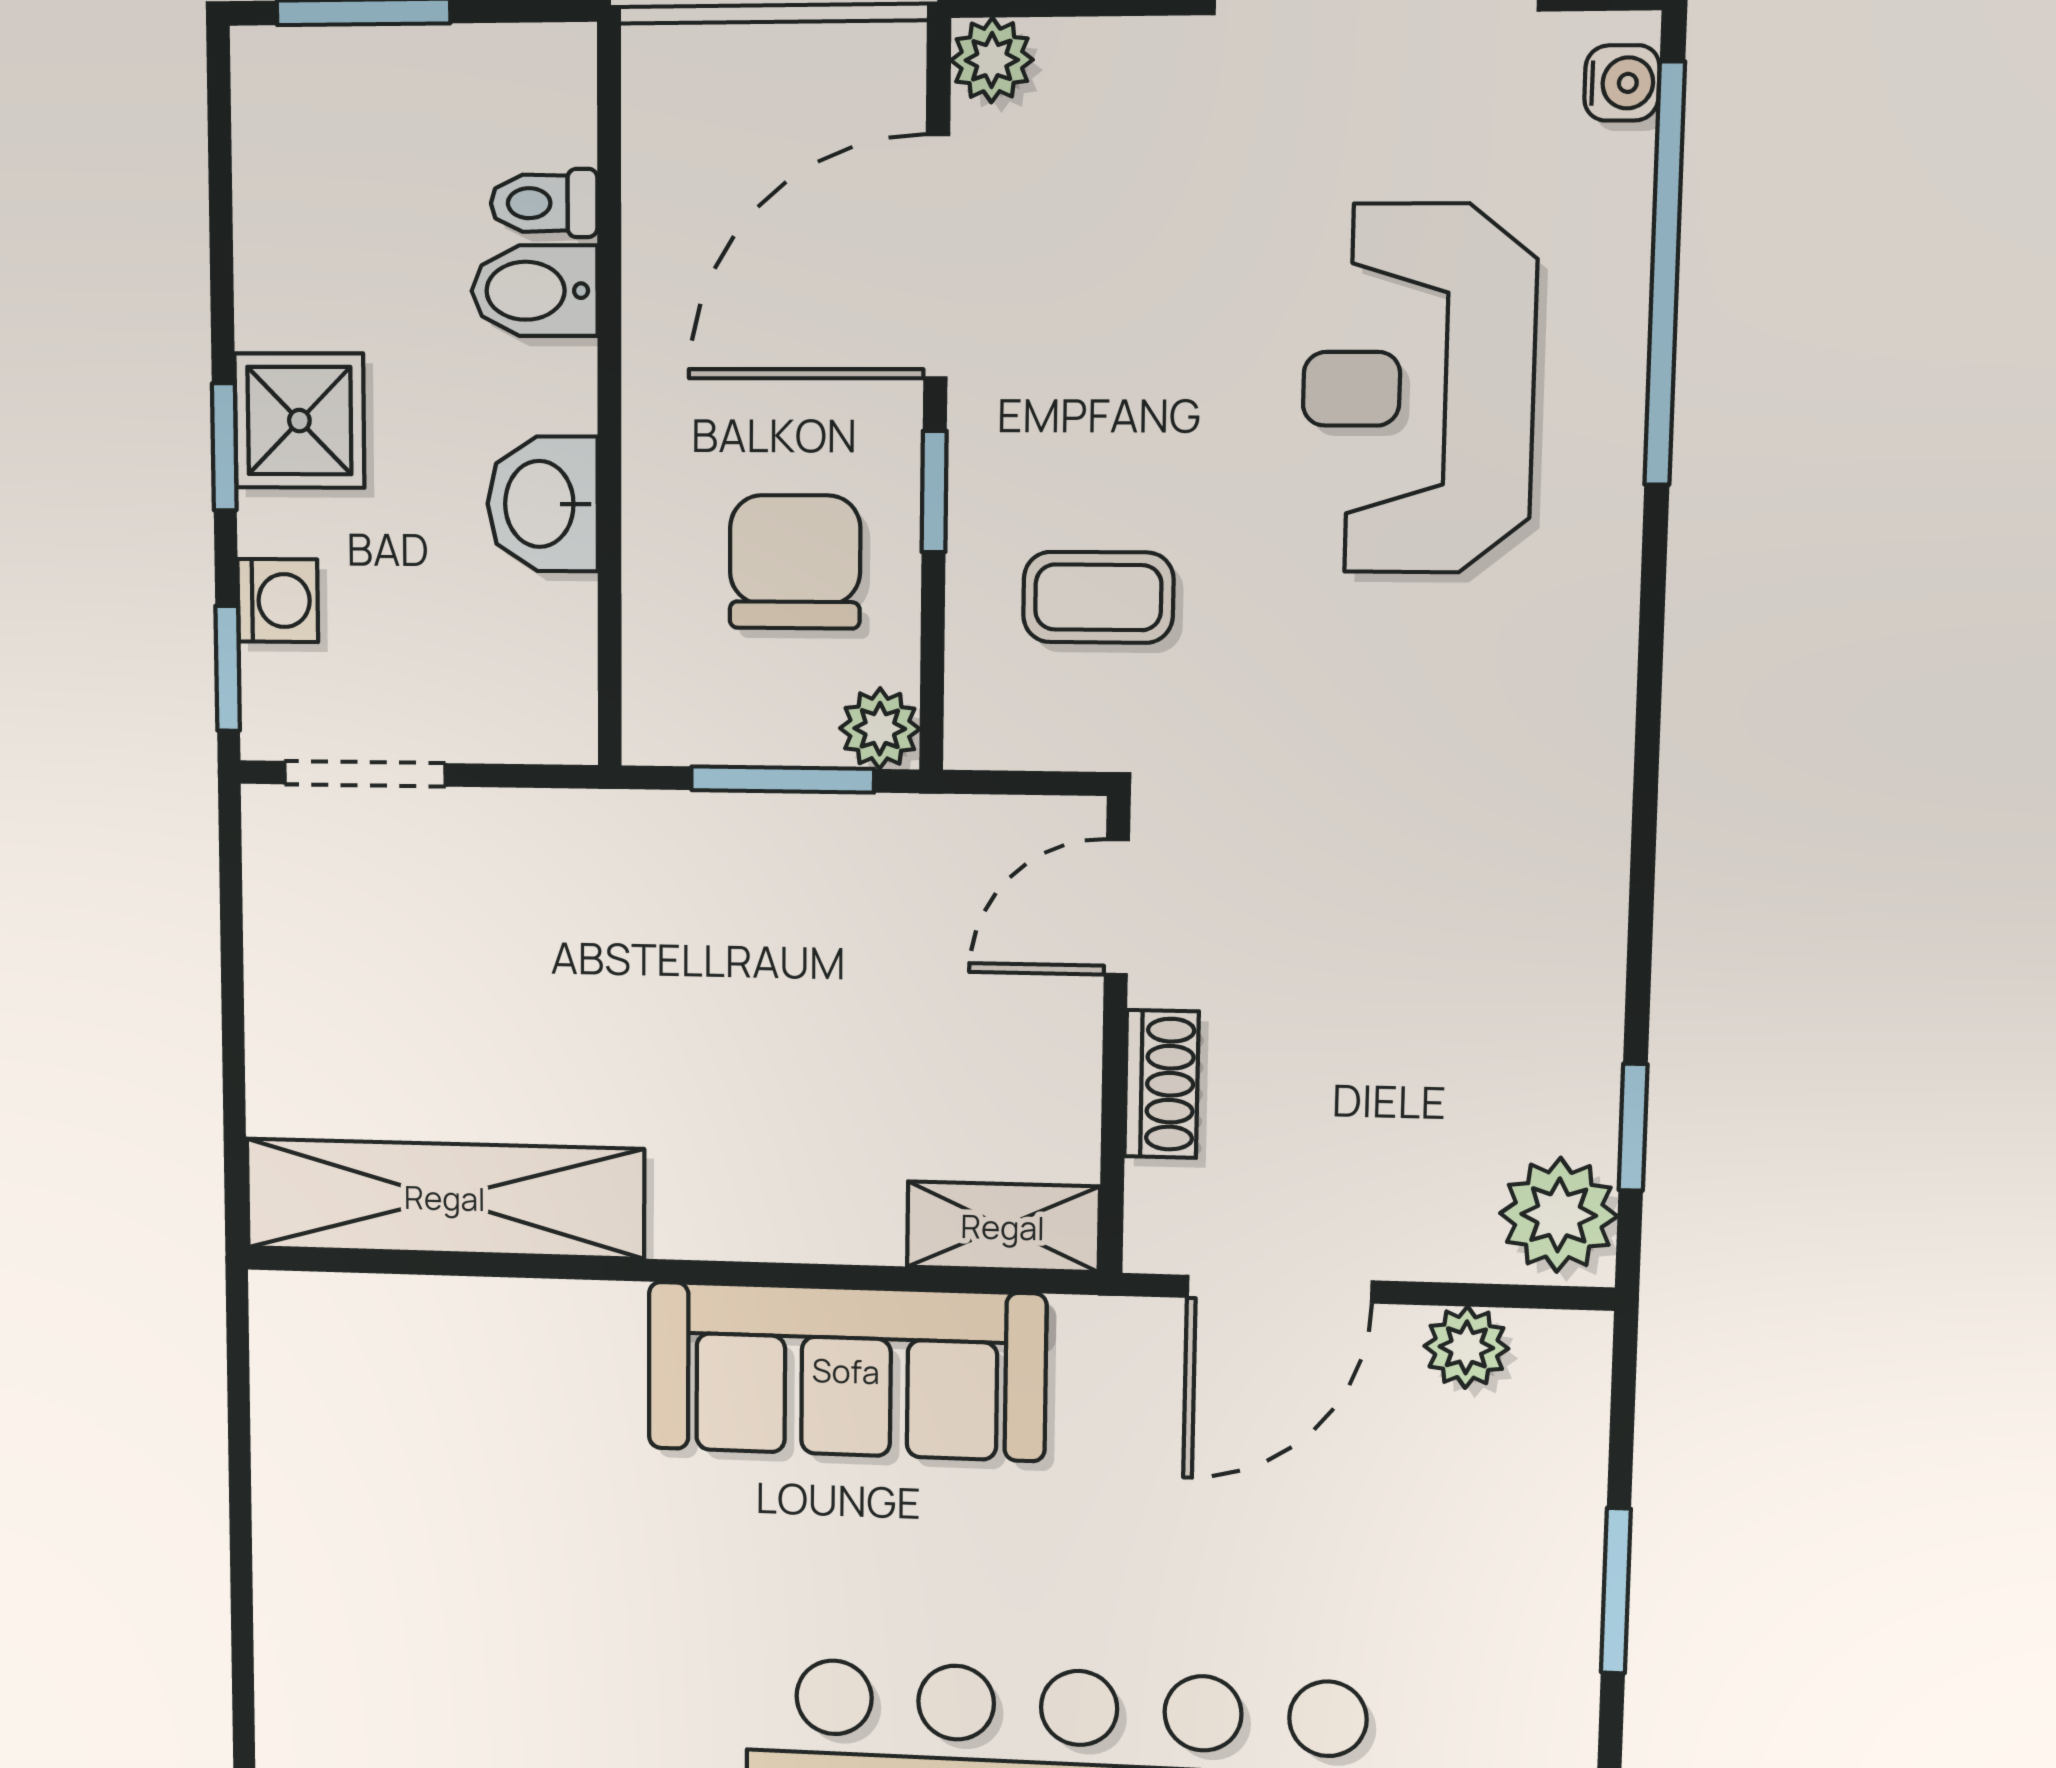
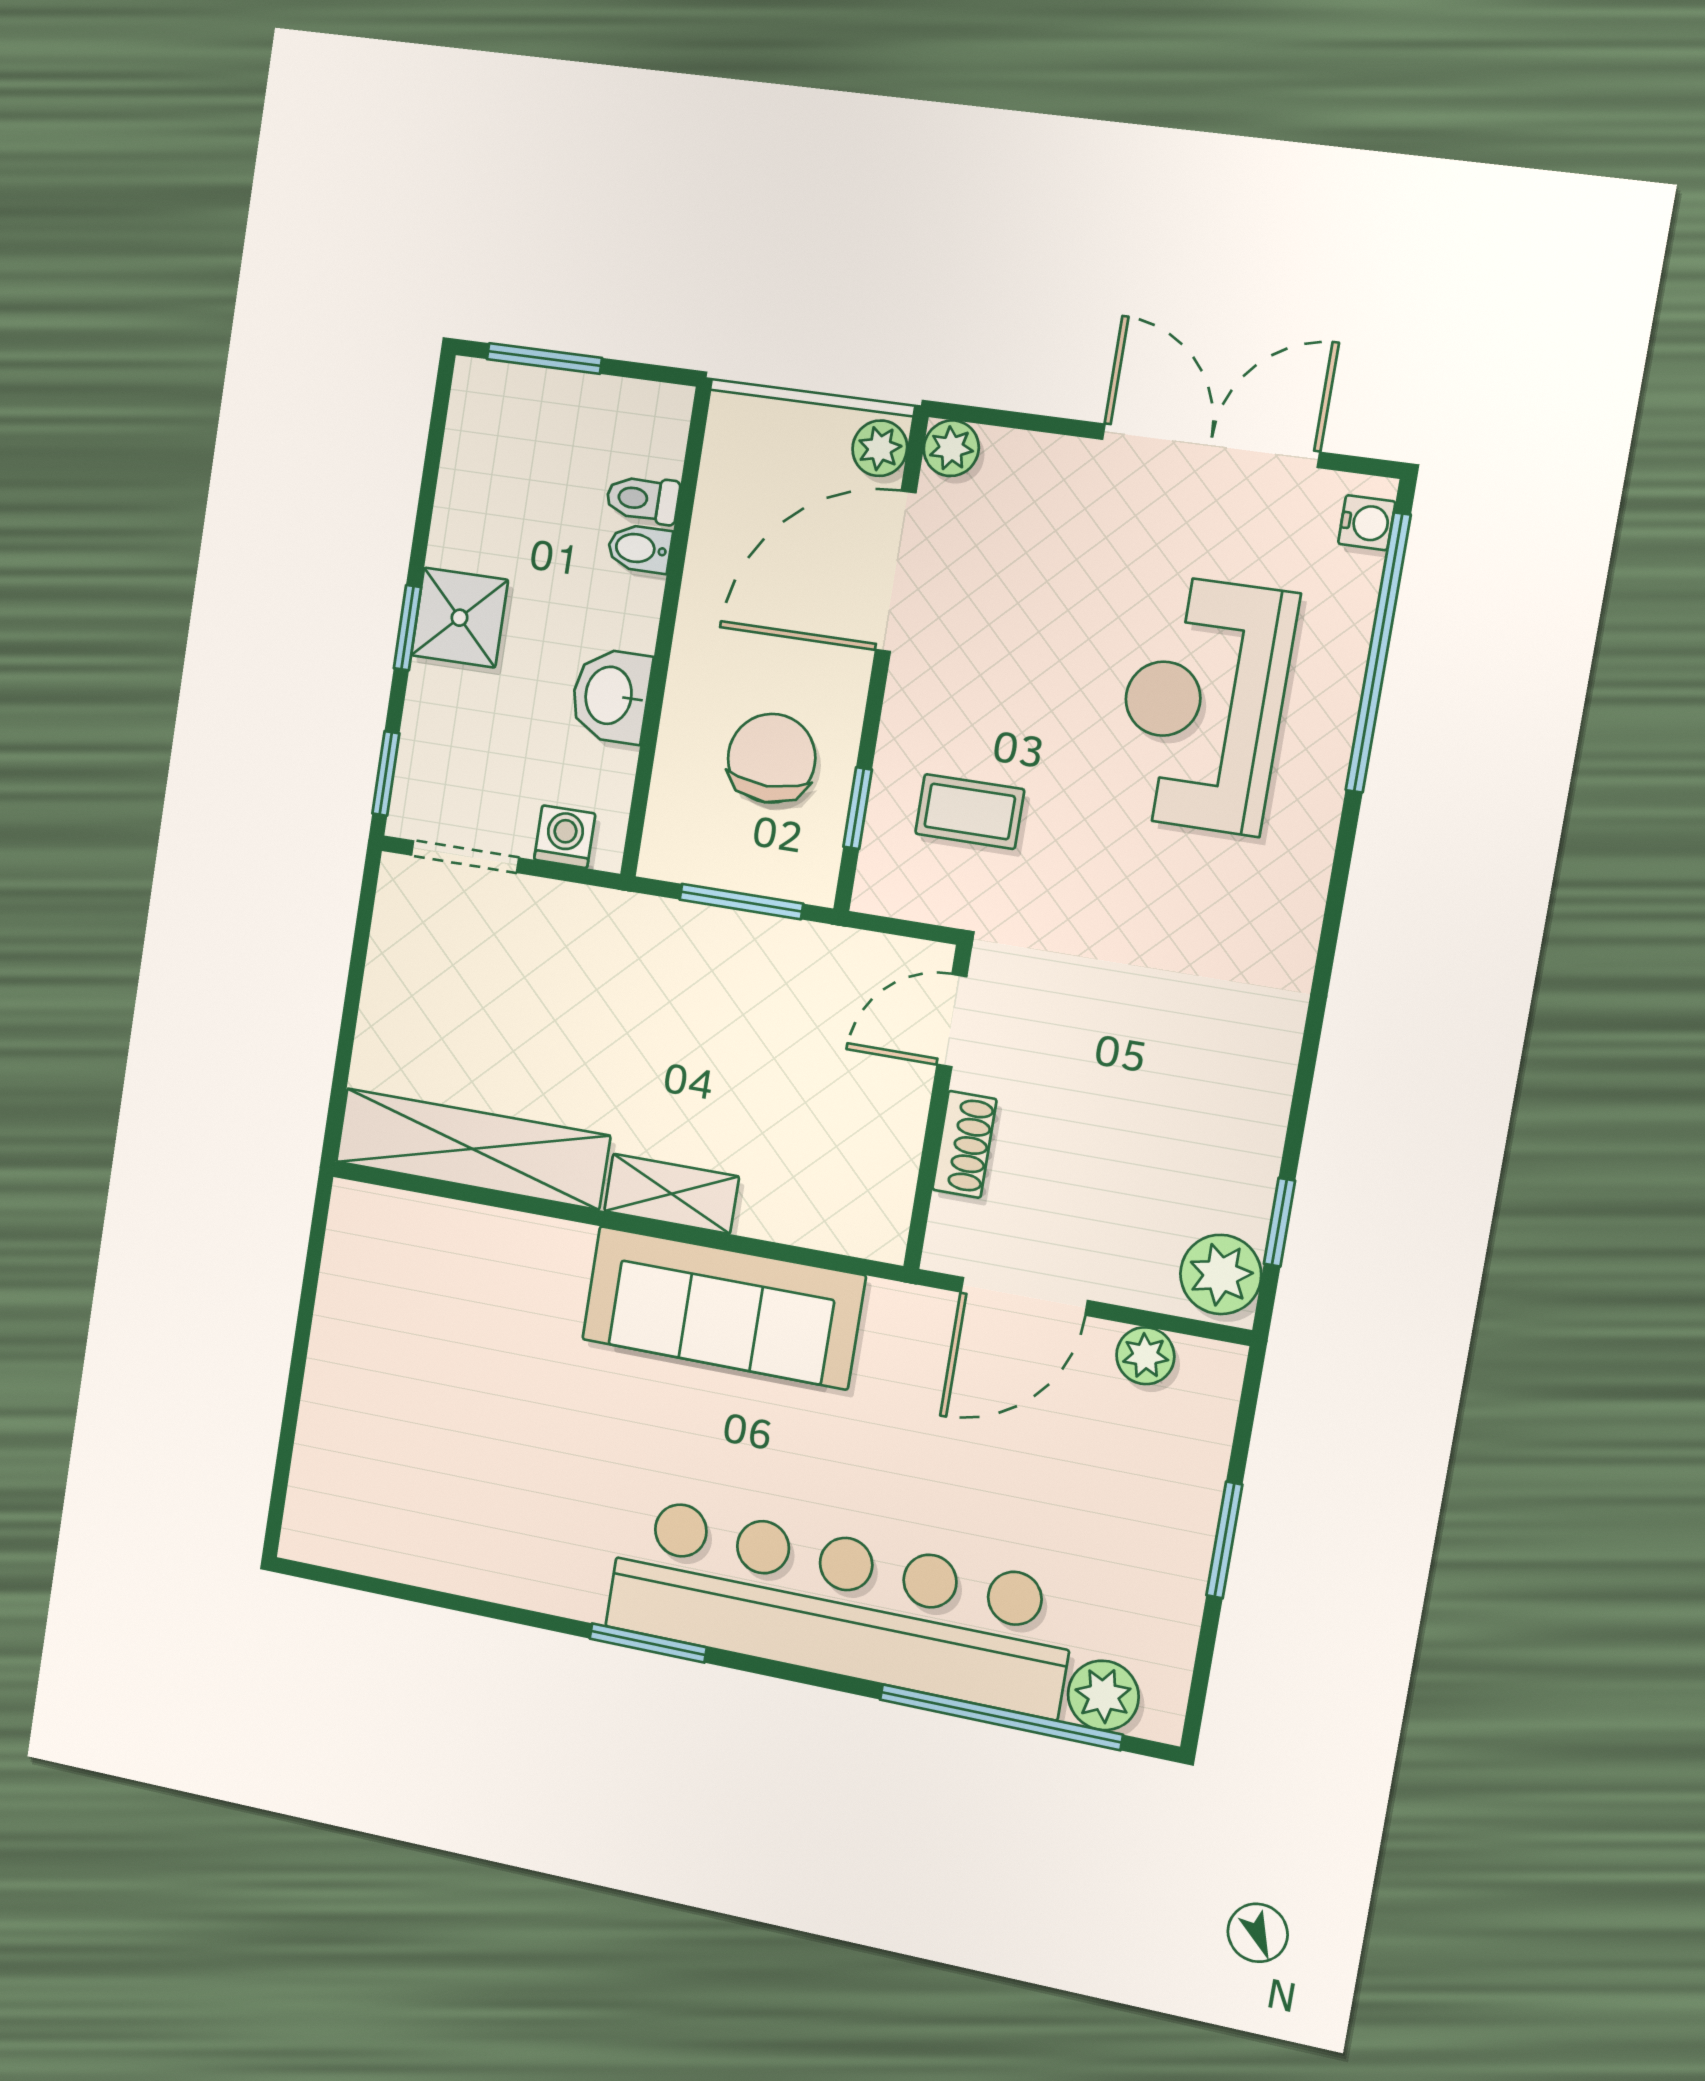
bidet: (534, 291) -> (640, 549), width x0.72, depth x0.74
window: (934, 492) -> (858, 808), moved
washing machine: (278, 601) -> (565, 837), moved, turned -90
plant: (880, 729) -> (880, 448), moved
shelving: (1003, 1227) -> (671, 1194), moved

